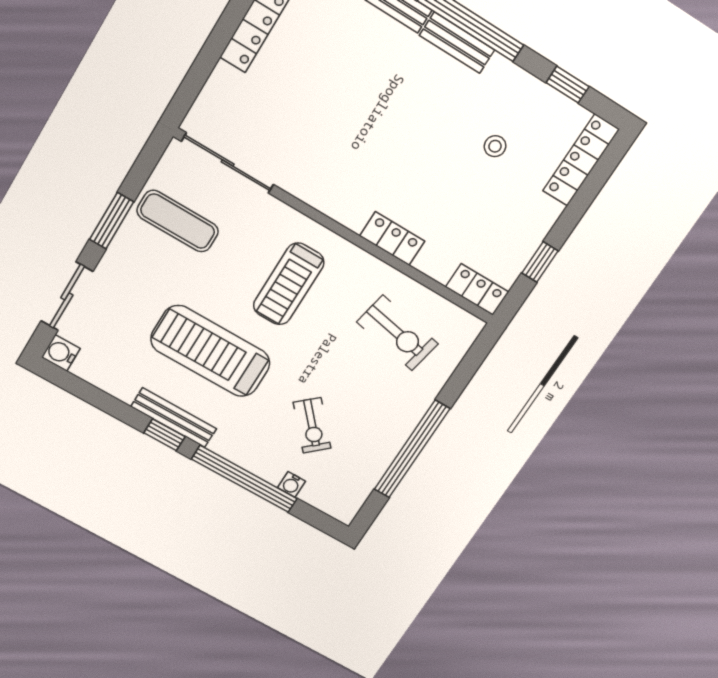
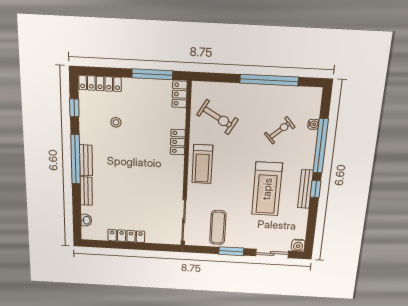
window: (540, 262) -> (152, 74), width x2.17
treadmill: (289, 284) -> (202, 164), moved, turned 90
exercise bike: (398, 333) -> (218, 117), turned 109

